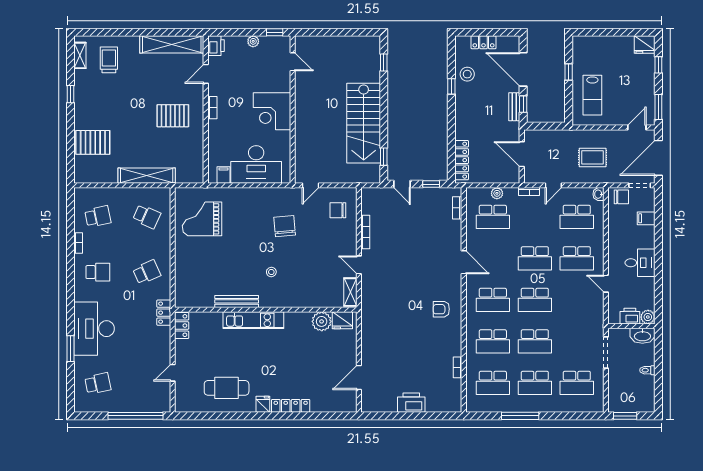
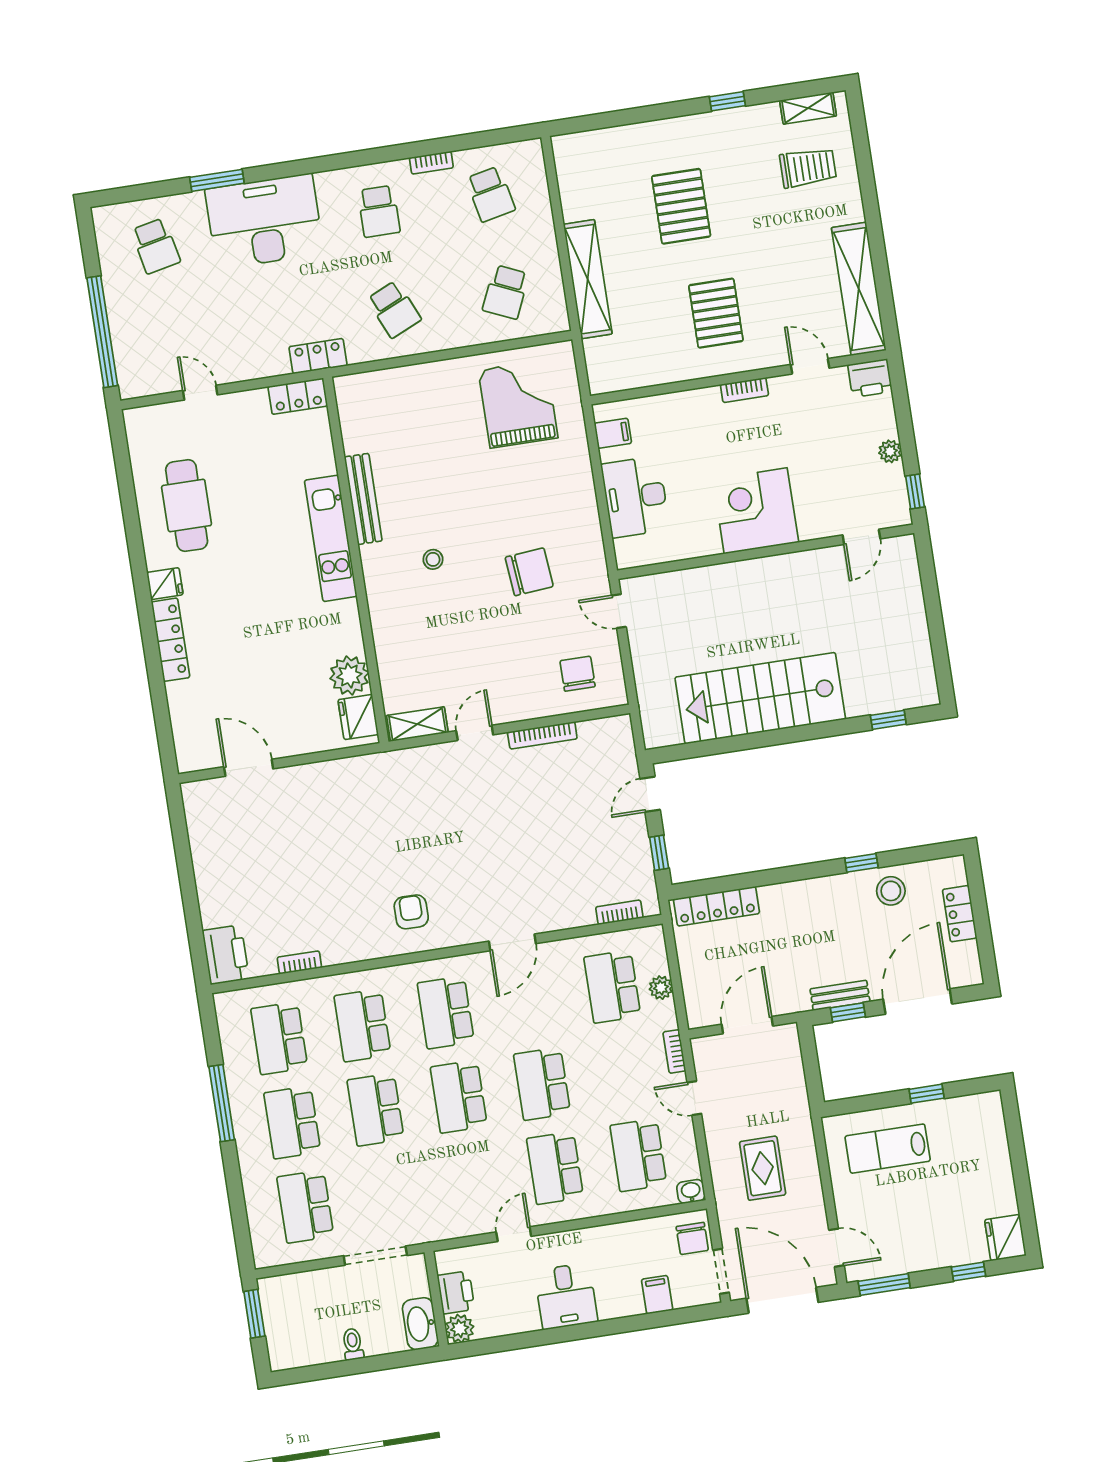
pallet: (93, 142) -> (681, 206), moved
window: (384, 157) -> (699, 749), removed
desk: (256, 164) -> (635, 497), width x0.73, depth x0.77
printer: (411, 403) -> (226, 955), moved

